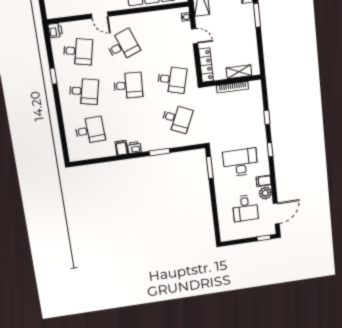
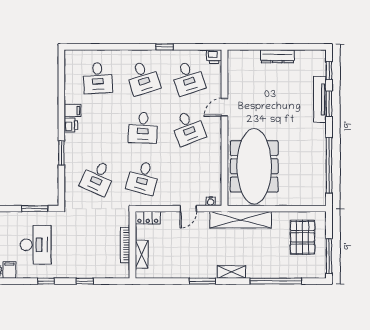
desk: (78, 51) -> (188, 78), turned -30
locker: (206, 65) -> (148, 218), width x0.66
desk: (84, 91) -> (143, 78), turned -30

